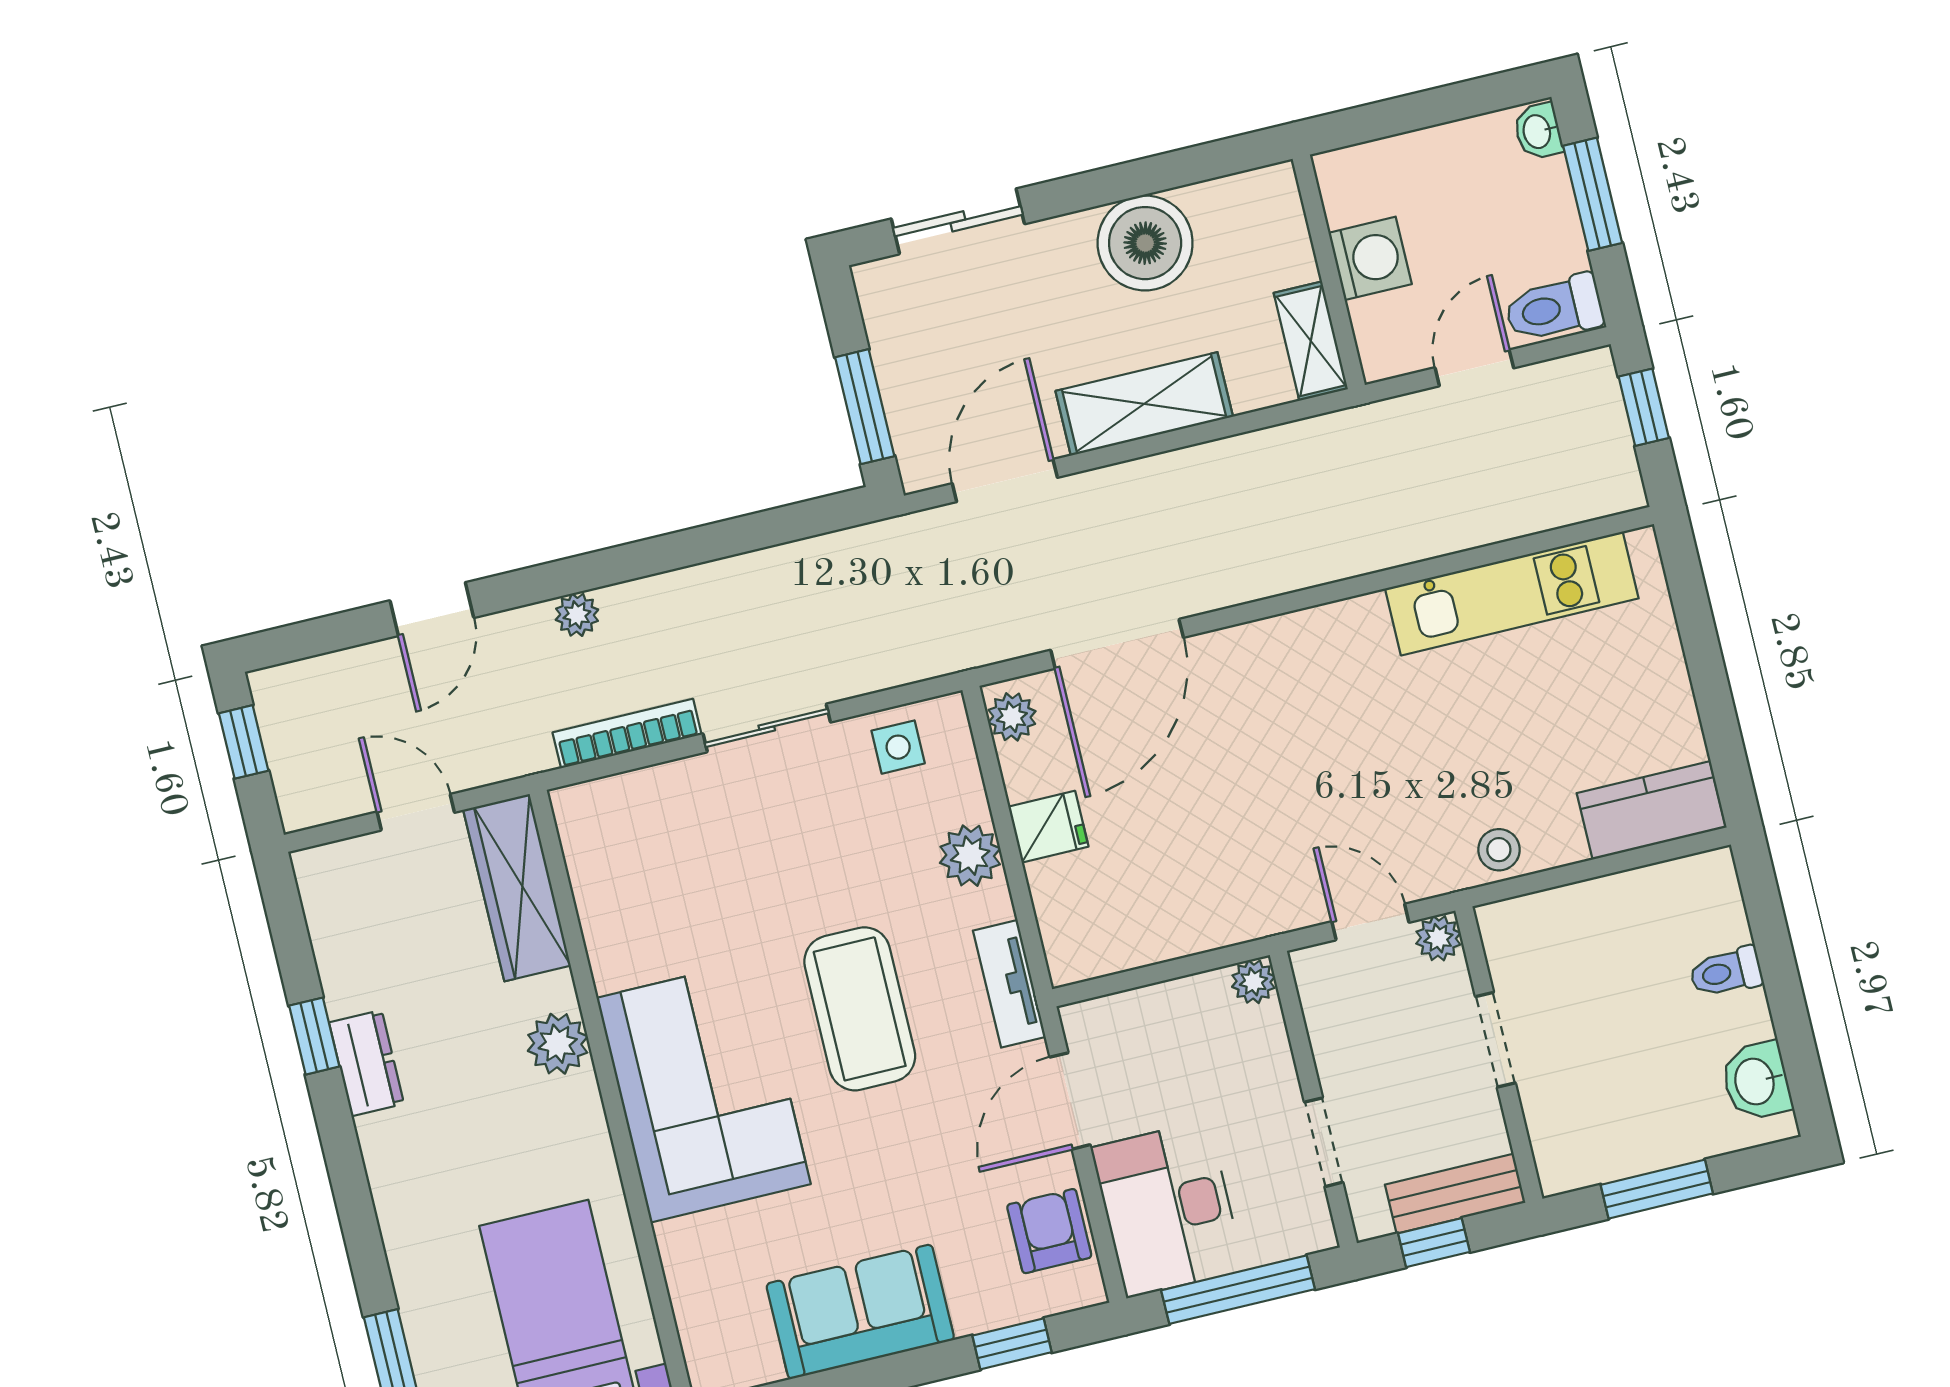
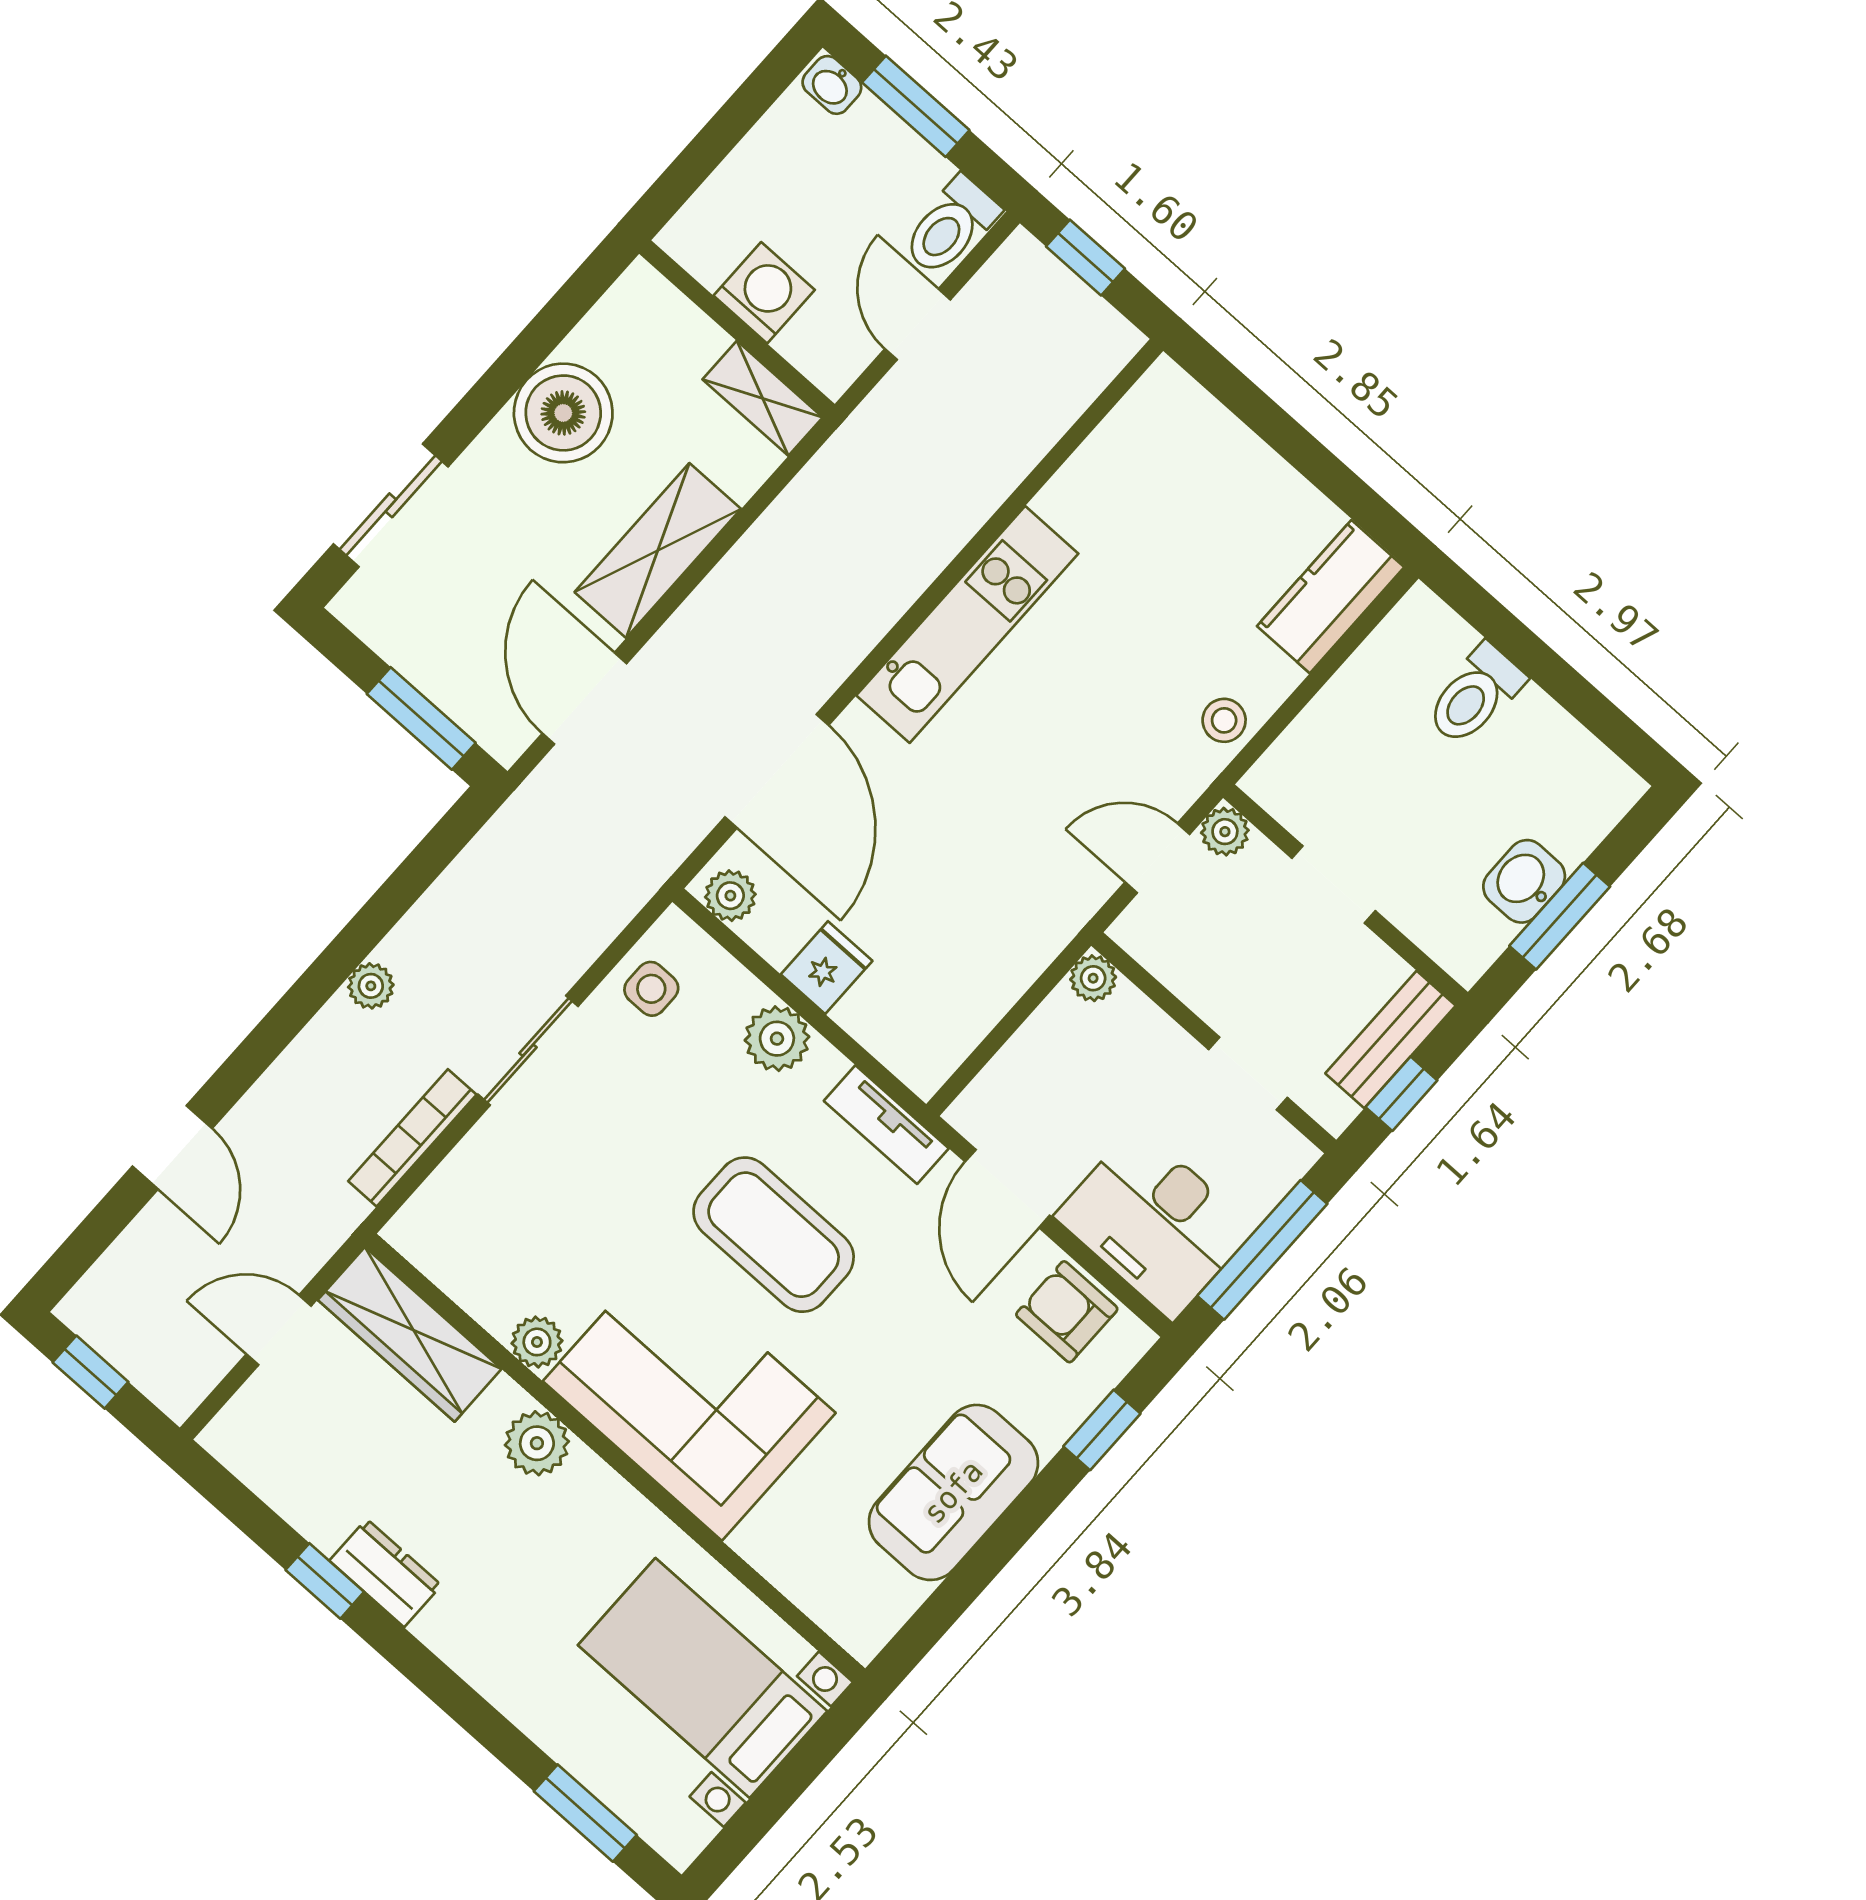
kitchen unit: (1512, 593) -> (967, 624), moved
plant: (577, 615) -> (371, 986), moved
plant: (613, 964) -> (537, 1342), added
toilet: (1726, 972) -> (1475, 695), width x1.37, depth x1.39
washbasin: (1756, 1081) -> (1524, 881), moved, turned 90

